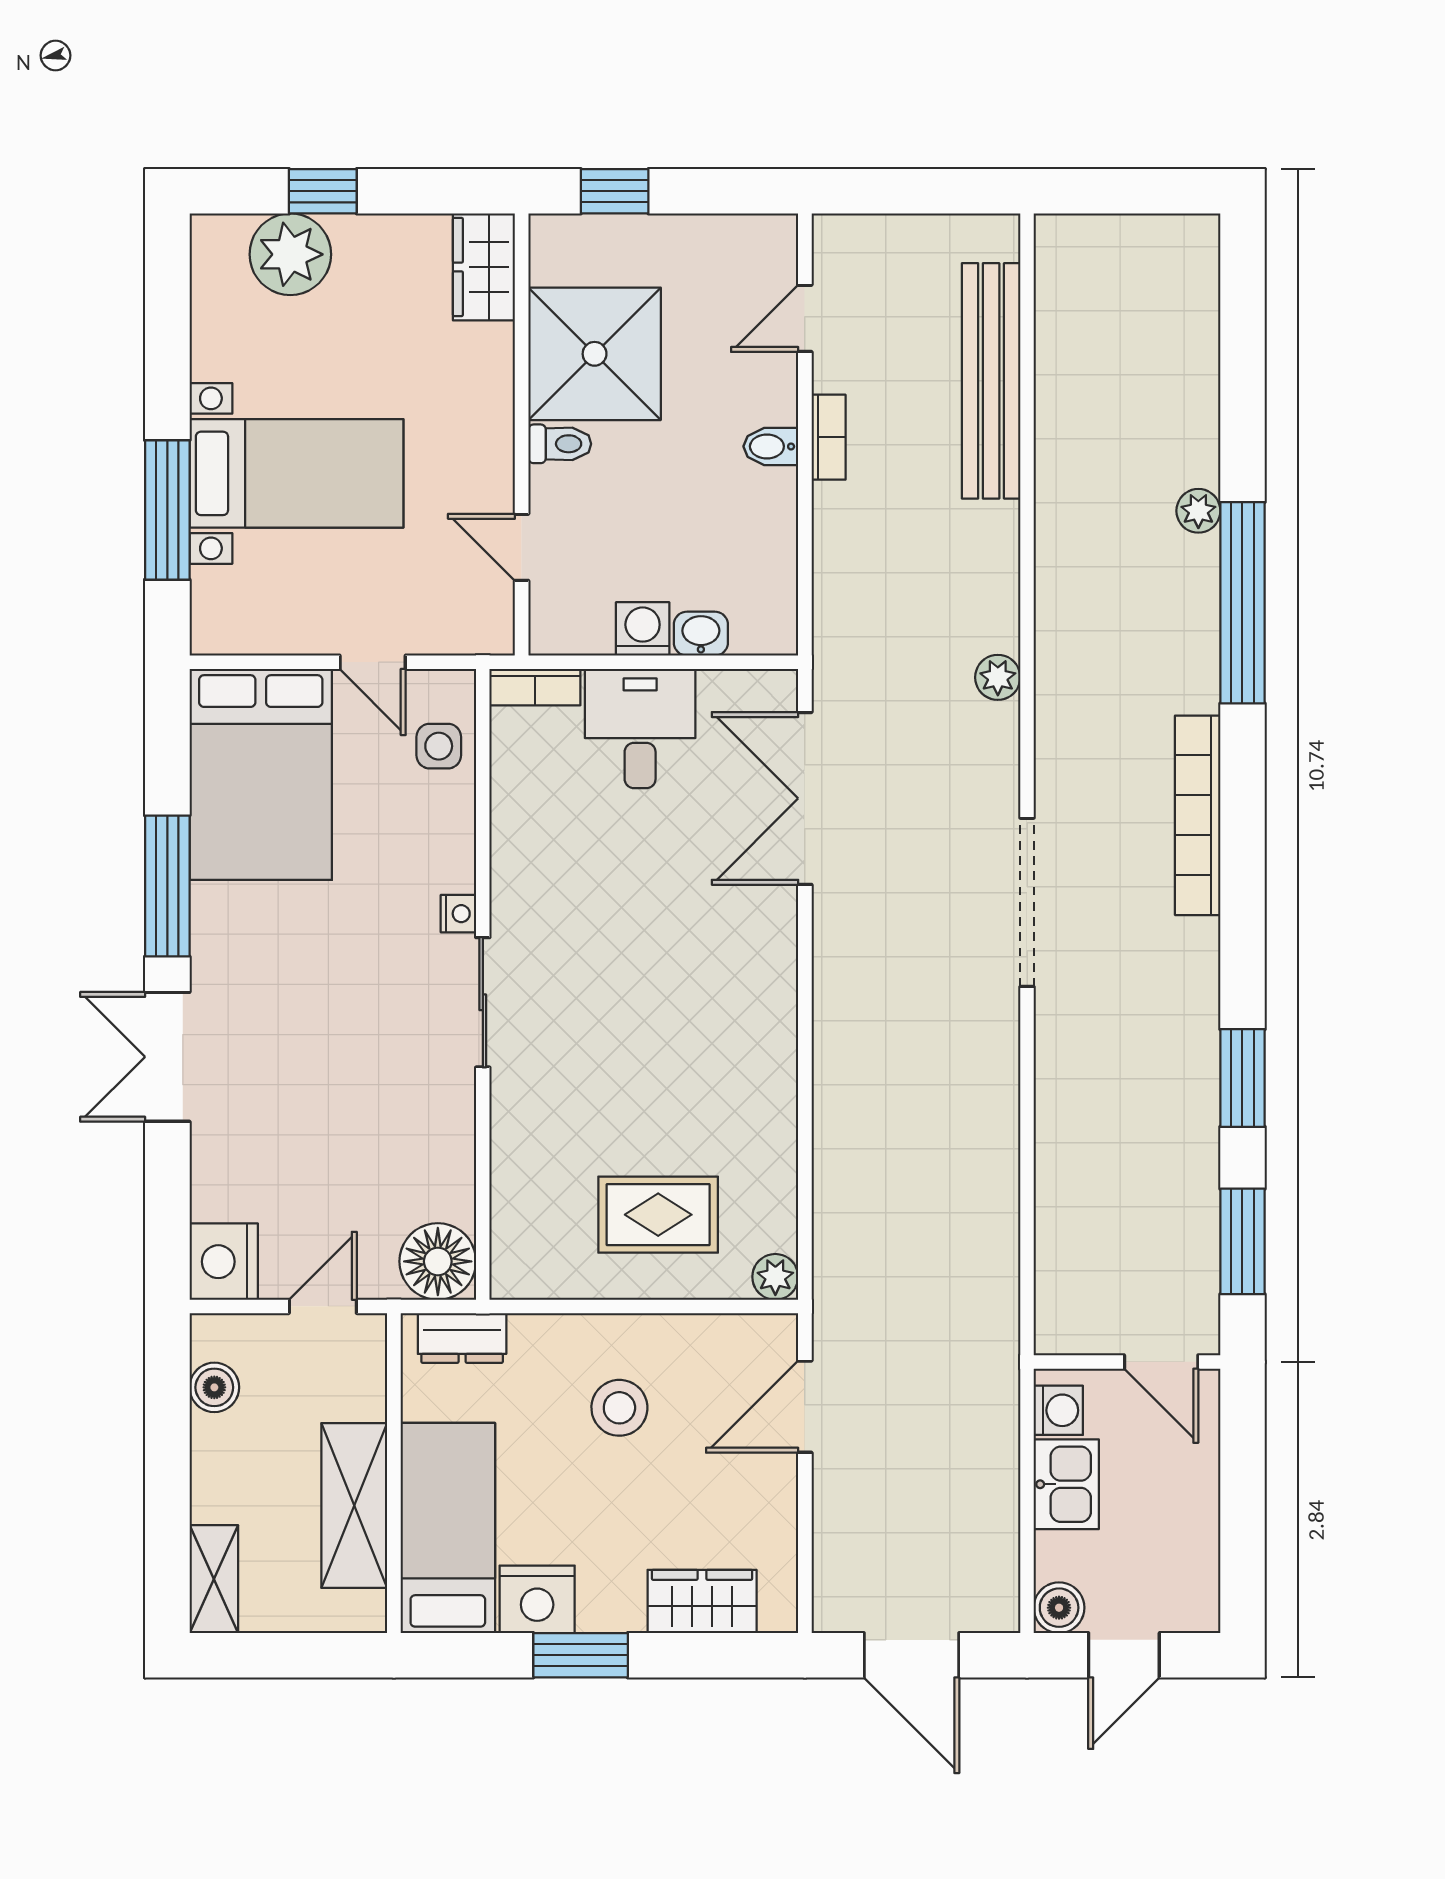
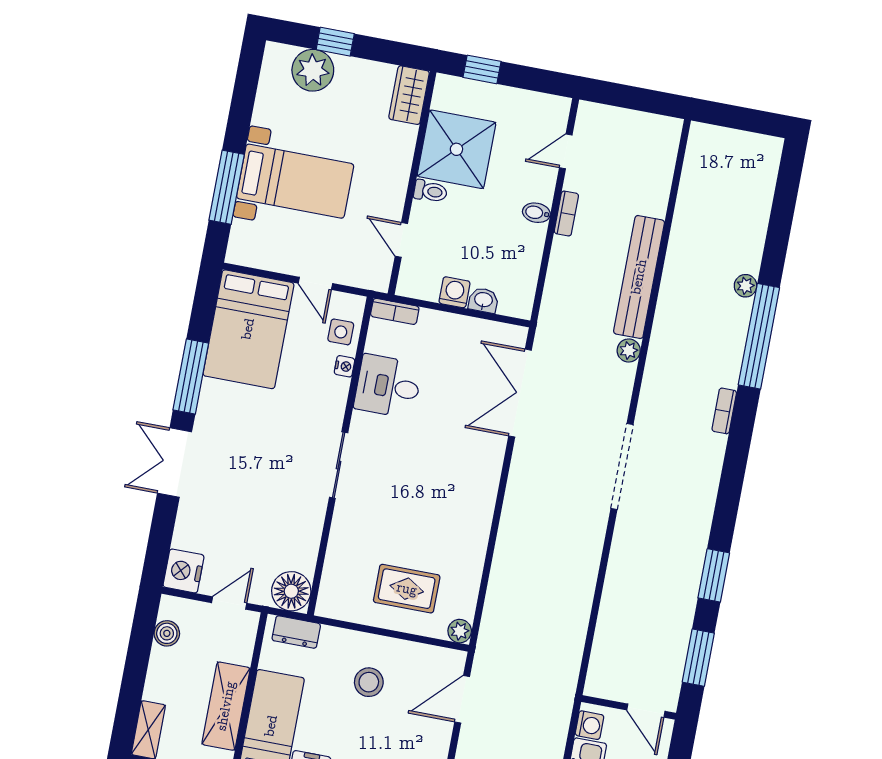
bench: (991, 381) -> (639, 277), moved
desk: (640, 729) -> (388, 386), moved, turned -90
bookcase: (1198, 815) -> (724, 411), width x0.43, depth x0.76
nightstand: (458, 914) -> (345, 366), moved

